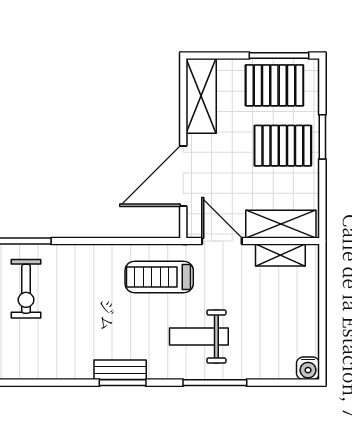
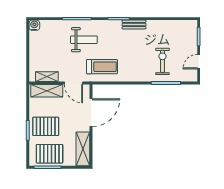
bench: (120, 370) -> (134, 25), moved

